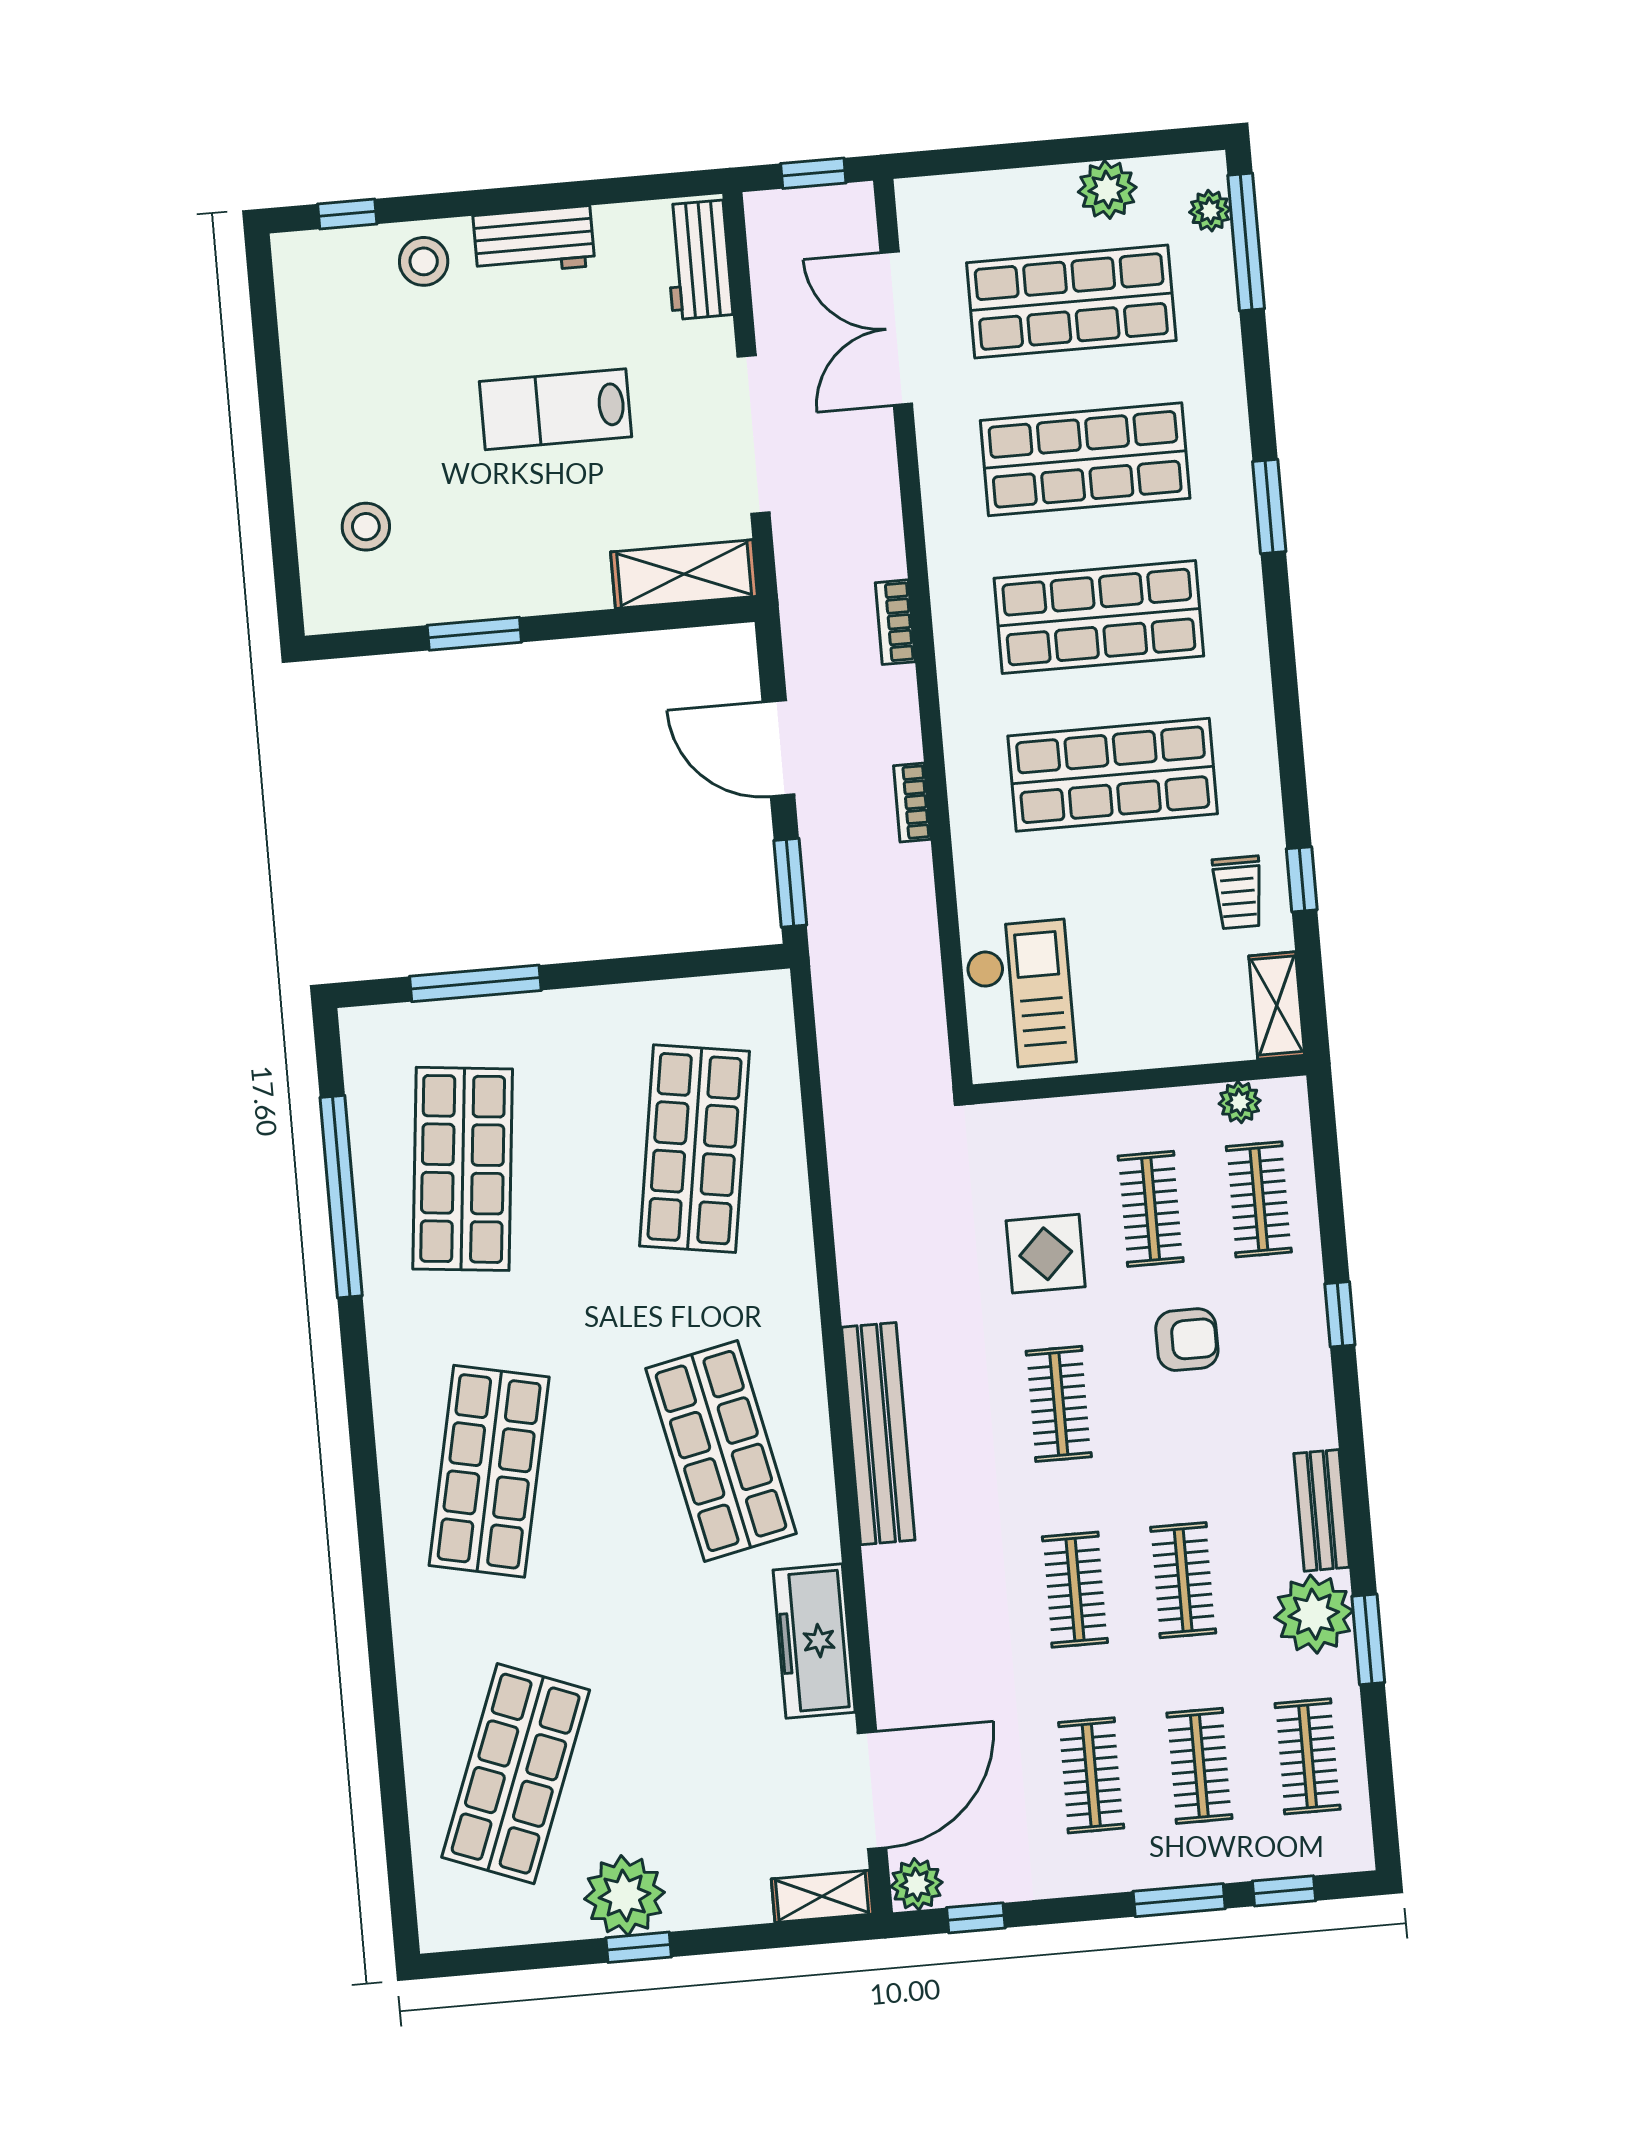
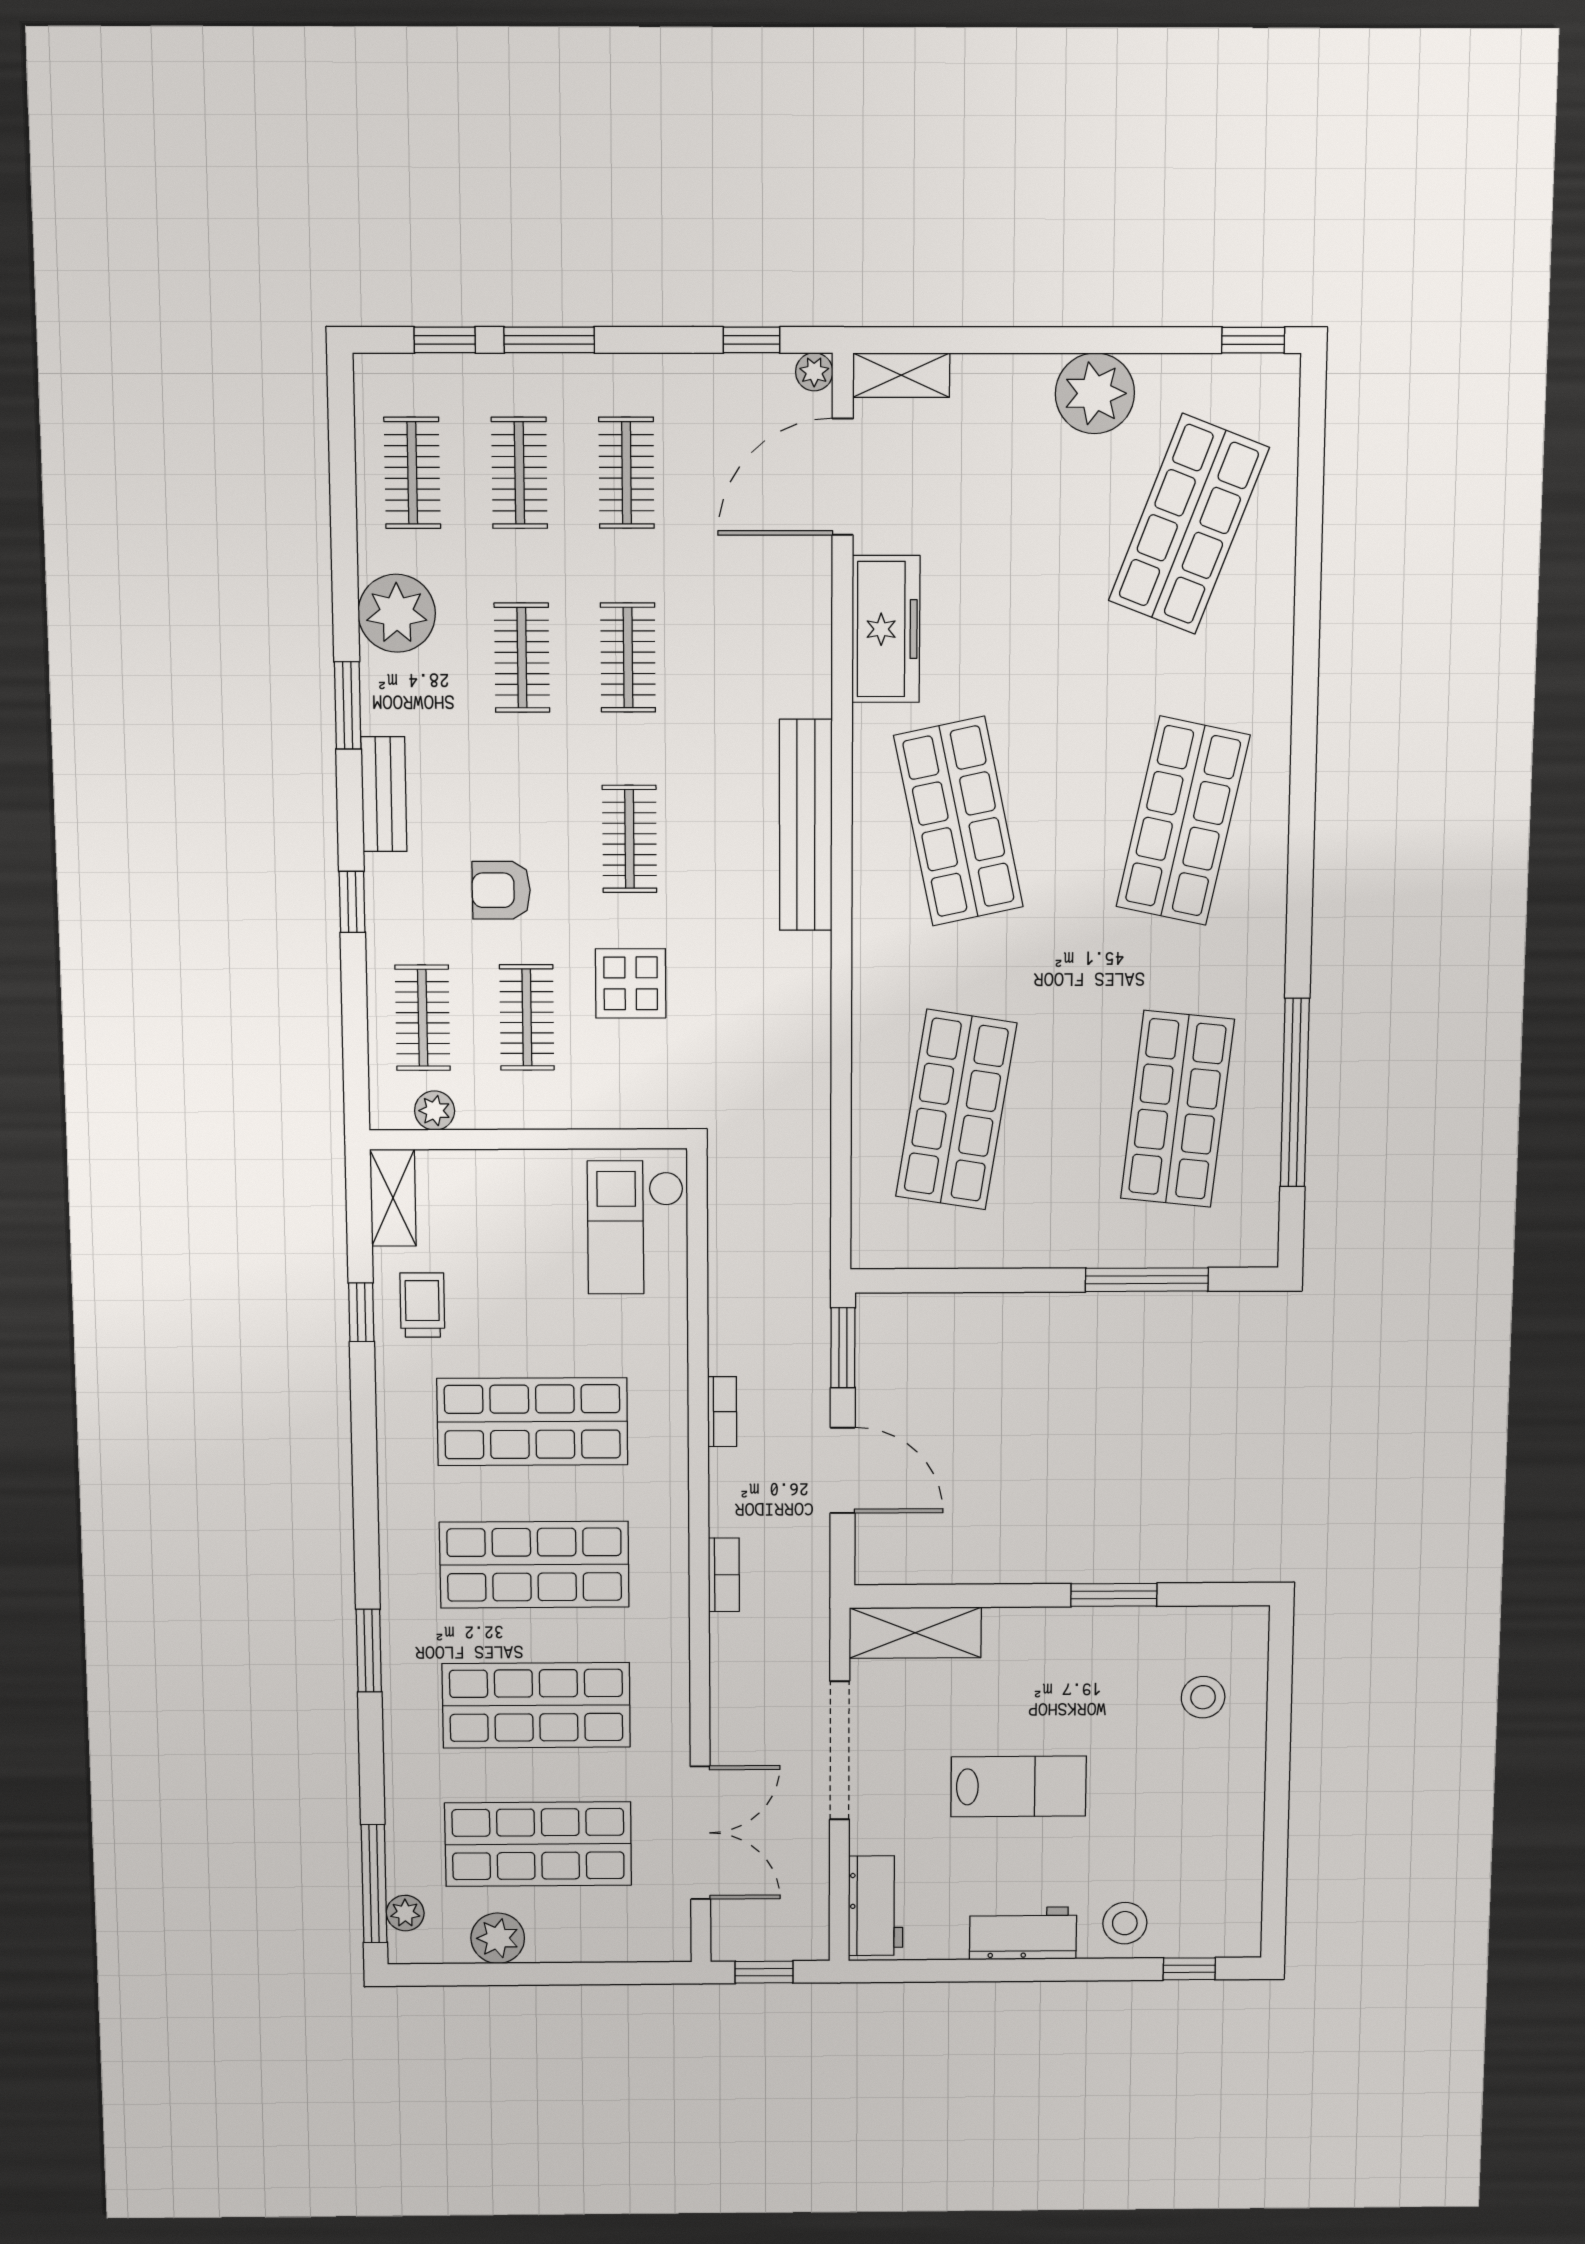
bench: (1322, 1510) -> (384, 794), moved
window: (1368, 1639) -> (348, 705), moved
plant: (916, 1884) -> (814, 372), width x0.73, depth x0.73
window: (639, 1947) -> (1253, 340), moved

